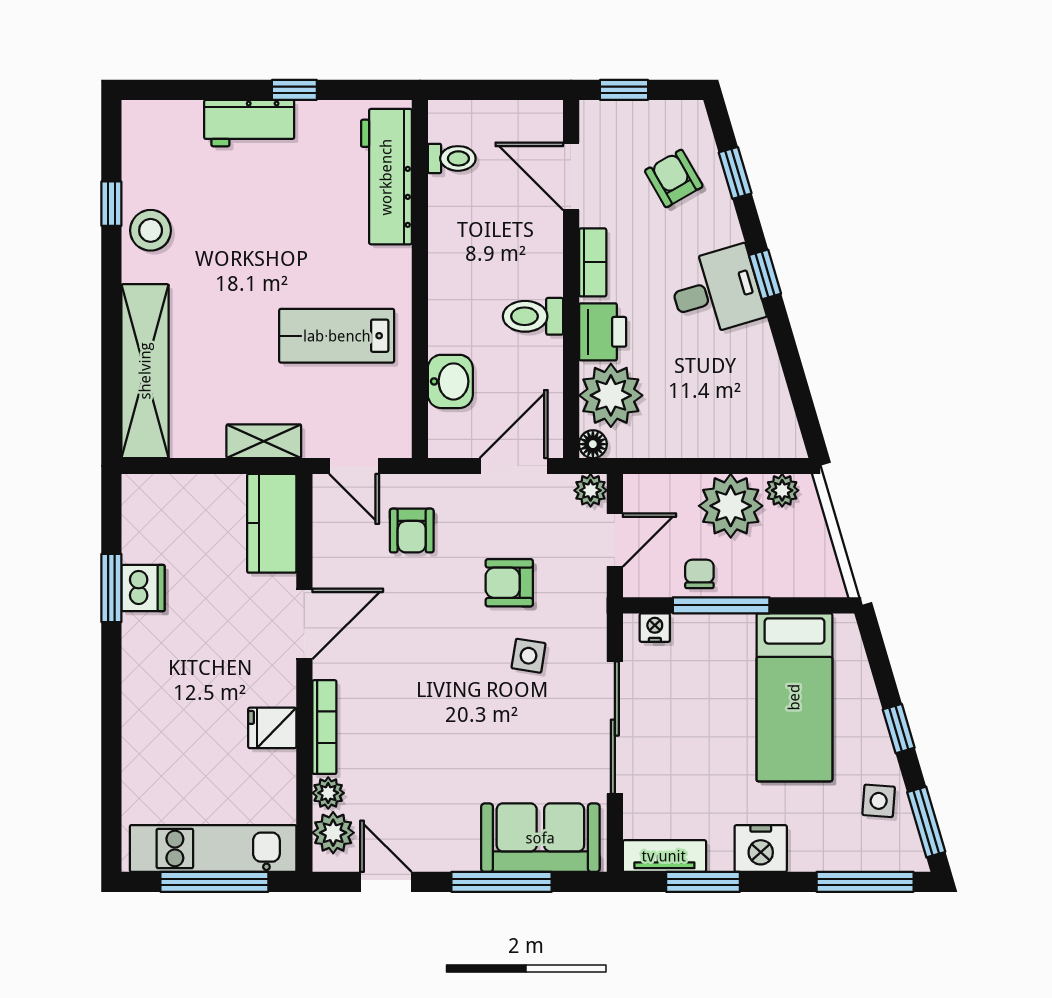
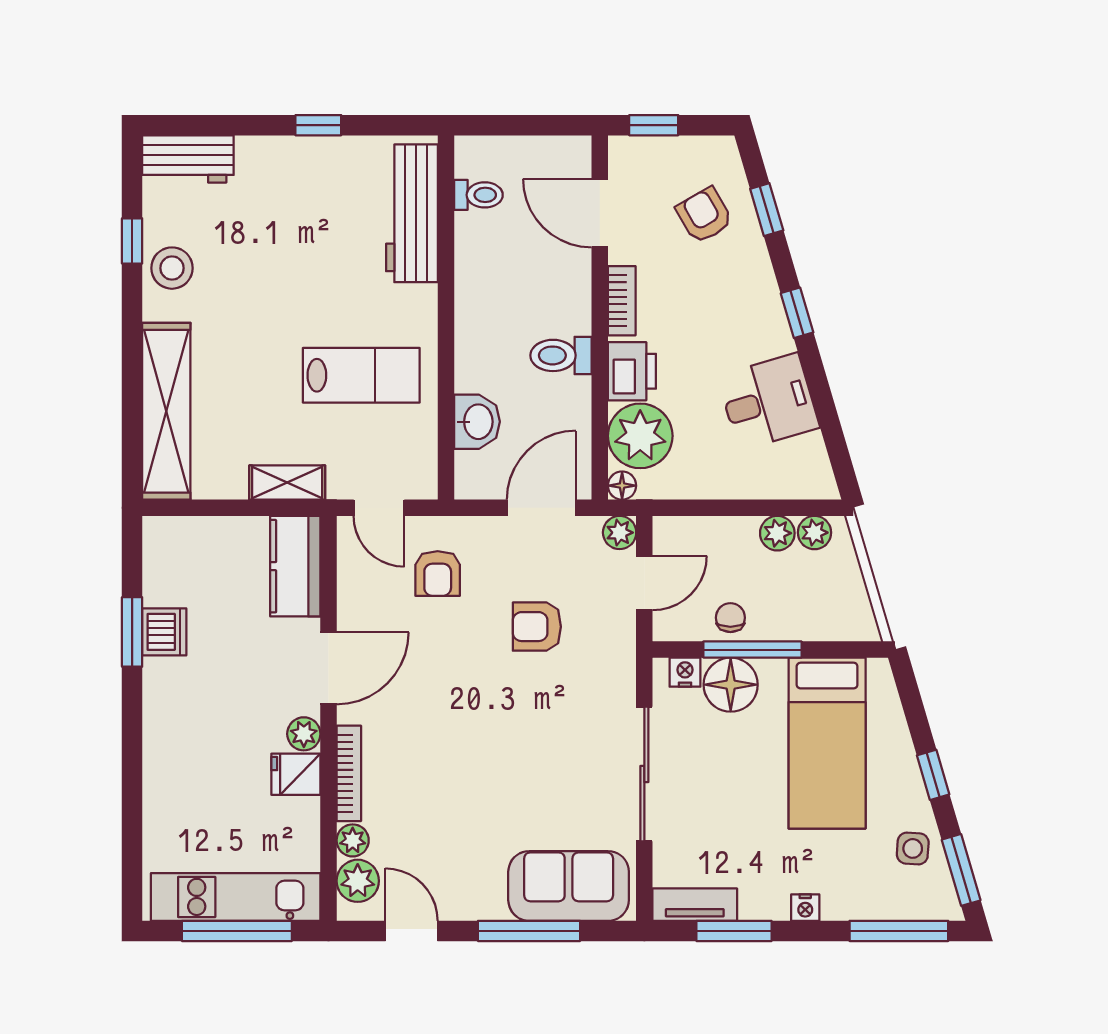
workbench: (249, 123) -> (188, 159), moved
desk: (716, 291) -> (768, 402), moved
lab bench: (337, 336) -> (361, 375), turned 180
plant: (731, 506) -> (777, 533), width x0.53, depth x0.53
floor lamp: (700, 640) -> (731, 685), added
side table: (529, 656) -> (557, 701), removed
plant: (280, 688) -> (304, 734), added
nightstand: (761, 849) -> (805, 908), width x0.53, depth x0.56

